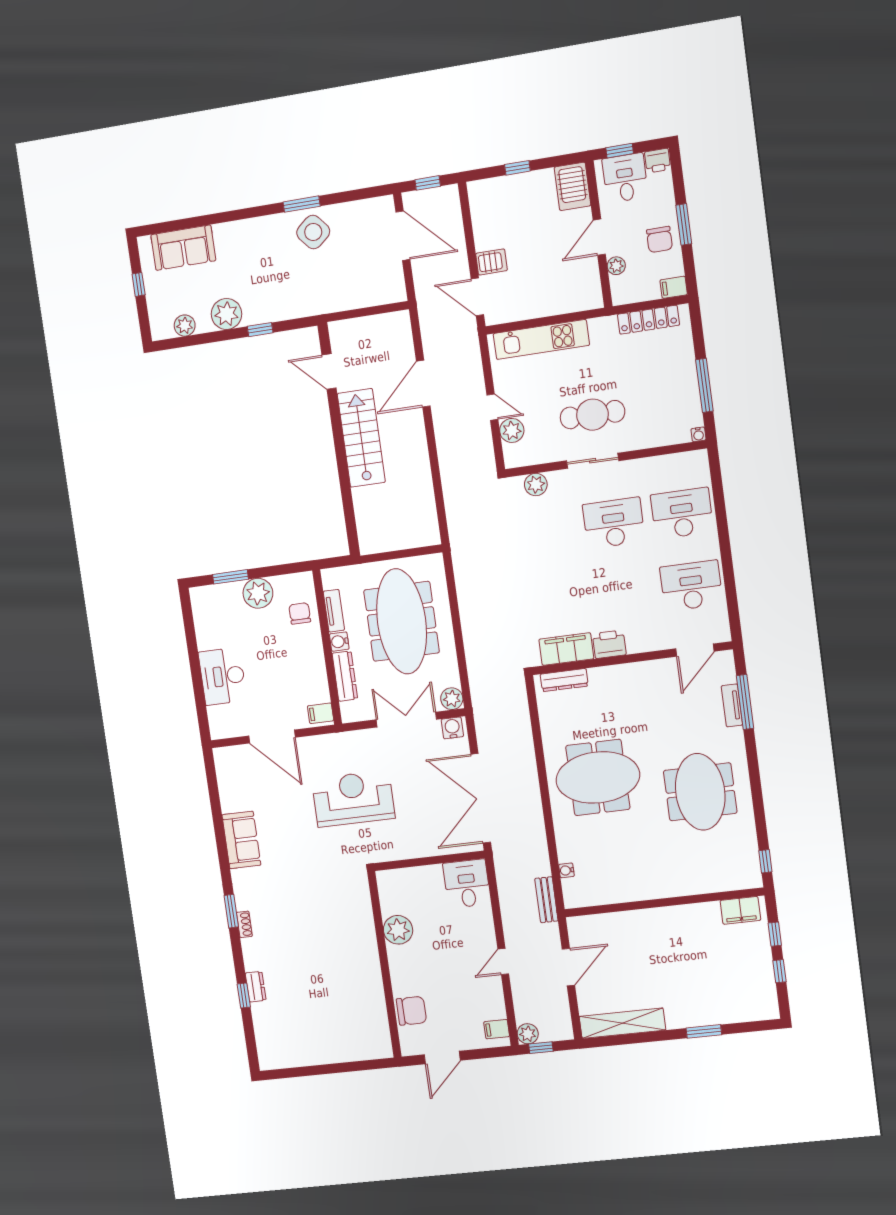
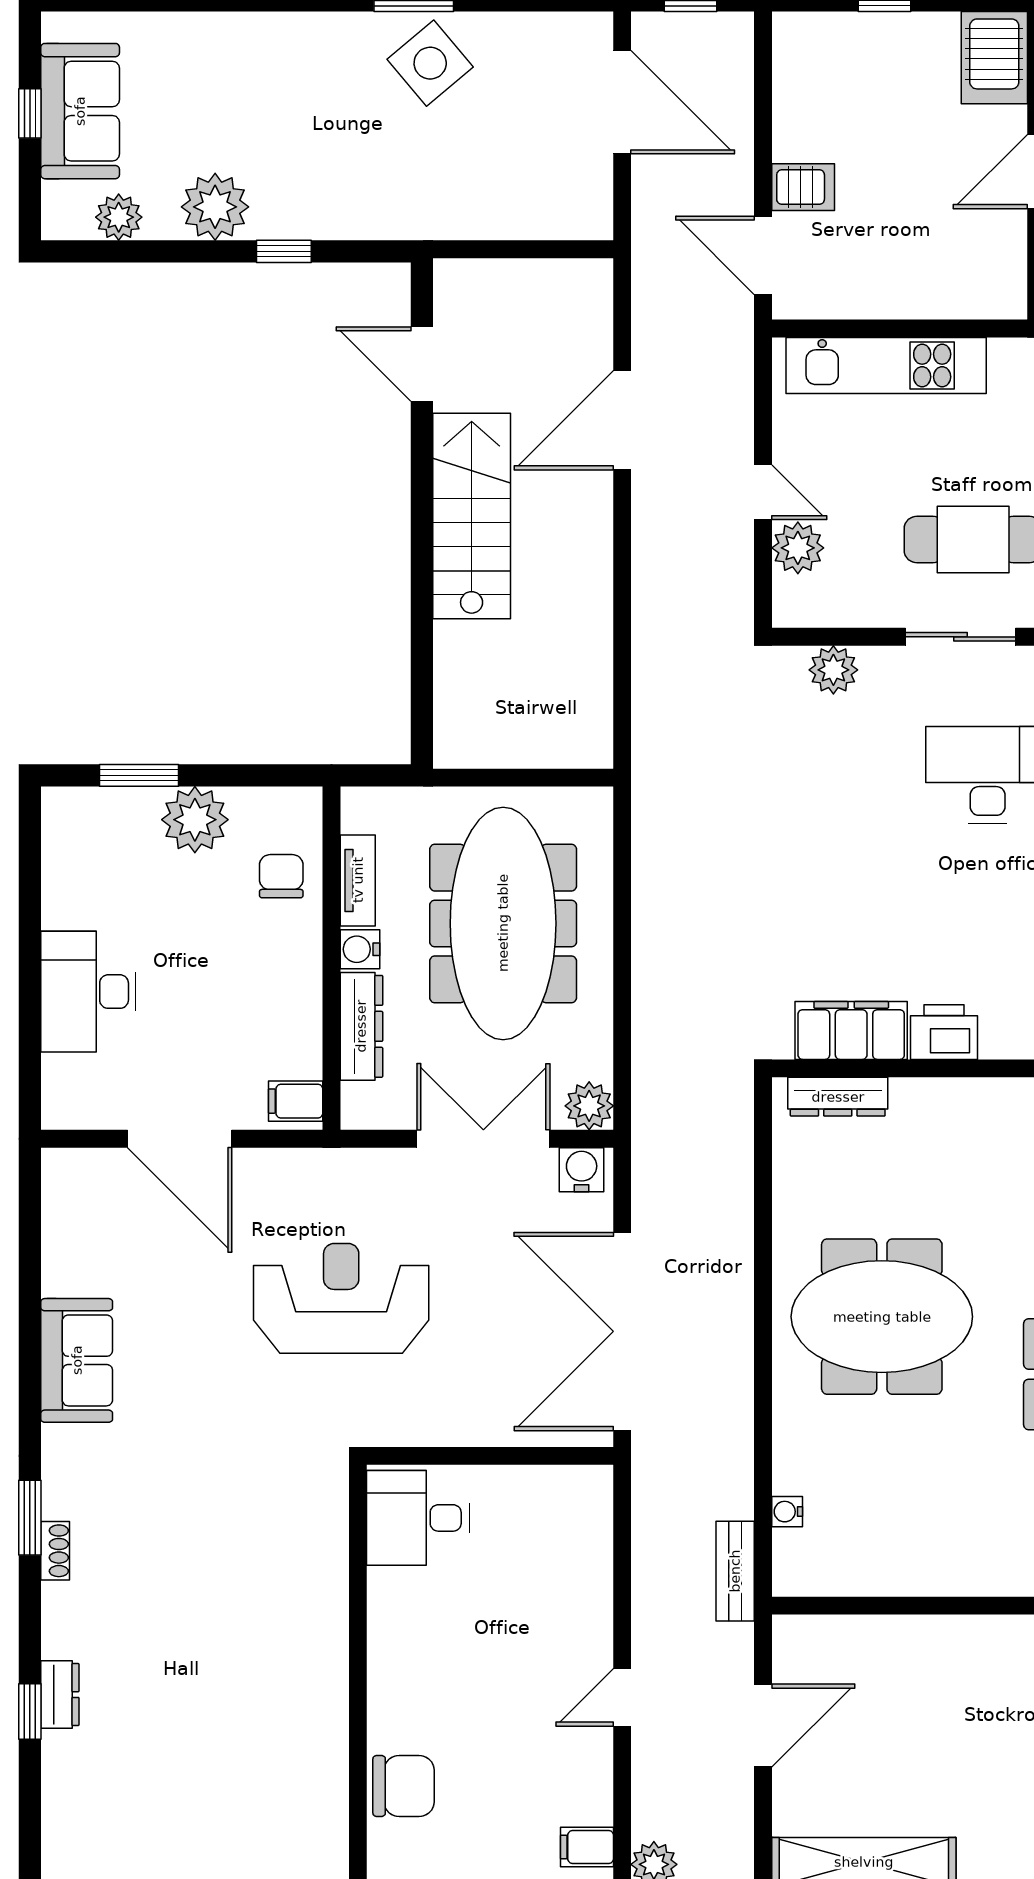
sofa: (183, 248) -> (80, 111), moved, turned -90
desk: (467, 884) -> (418, 1518), moved, turned -90
plant: (398, 930) -> (399, 1602), removed

